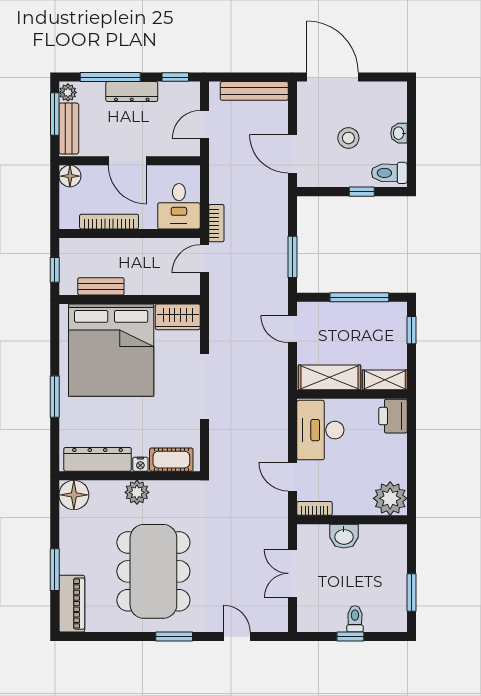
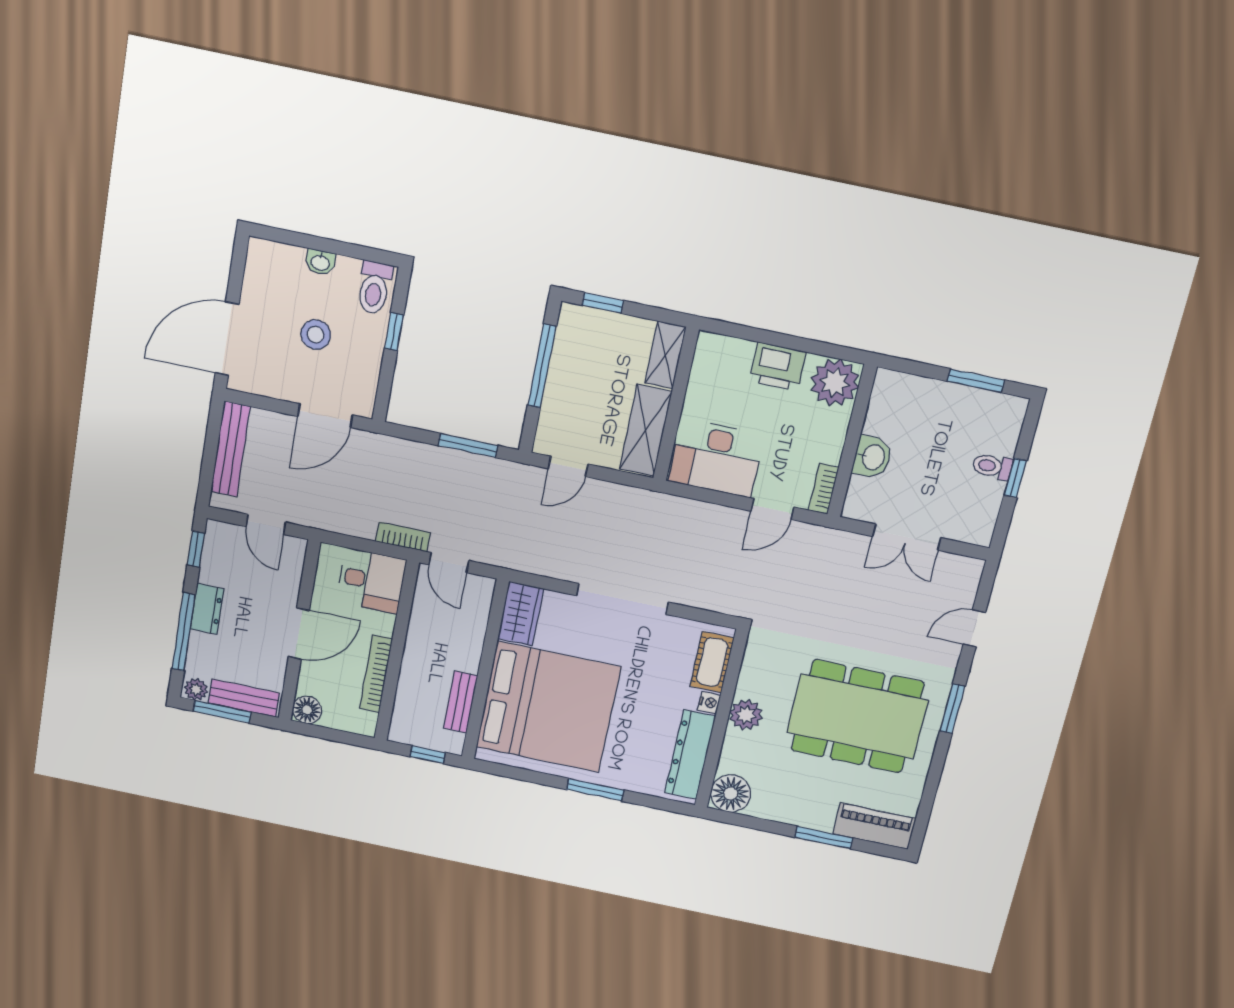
dresser: (132, 92) -> (207, 609), width x0.70
printer: (393, 416) -> (778, 367), moved

